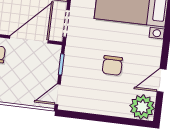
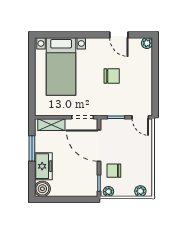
plant: (142, 107) -> (147, 43), width x0.53, depth x0.53

